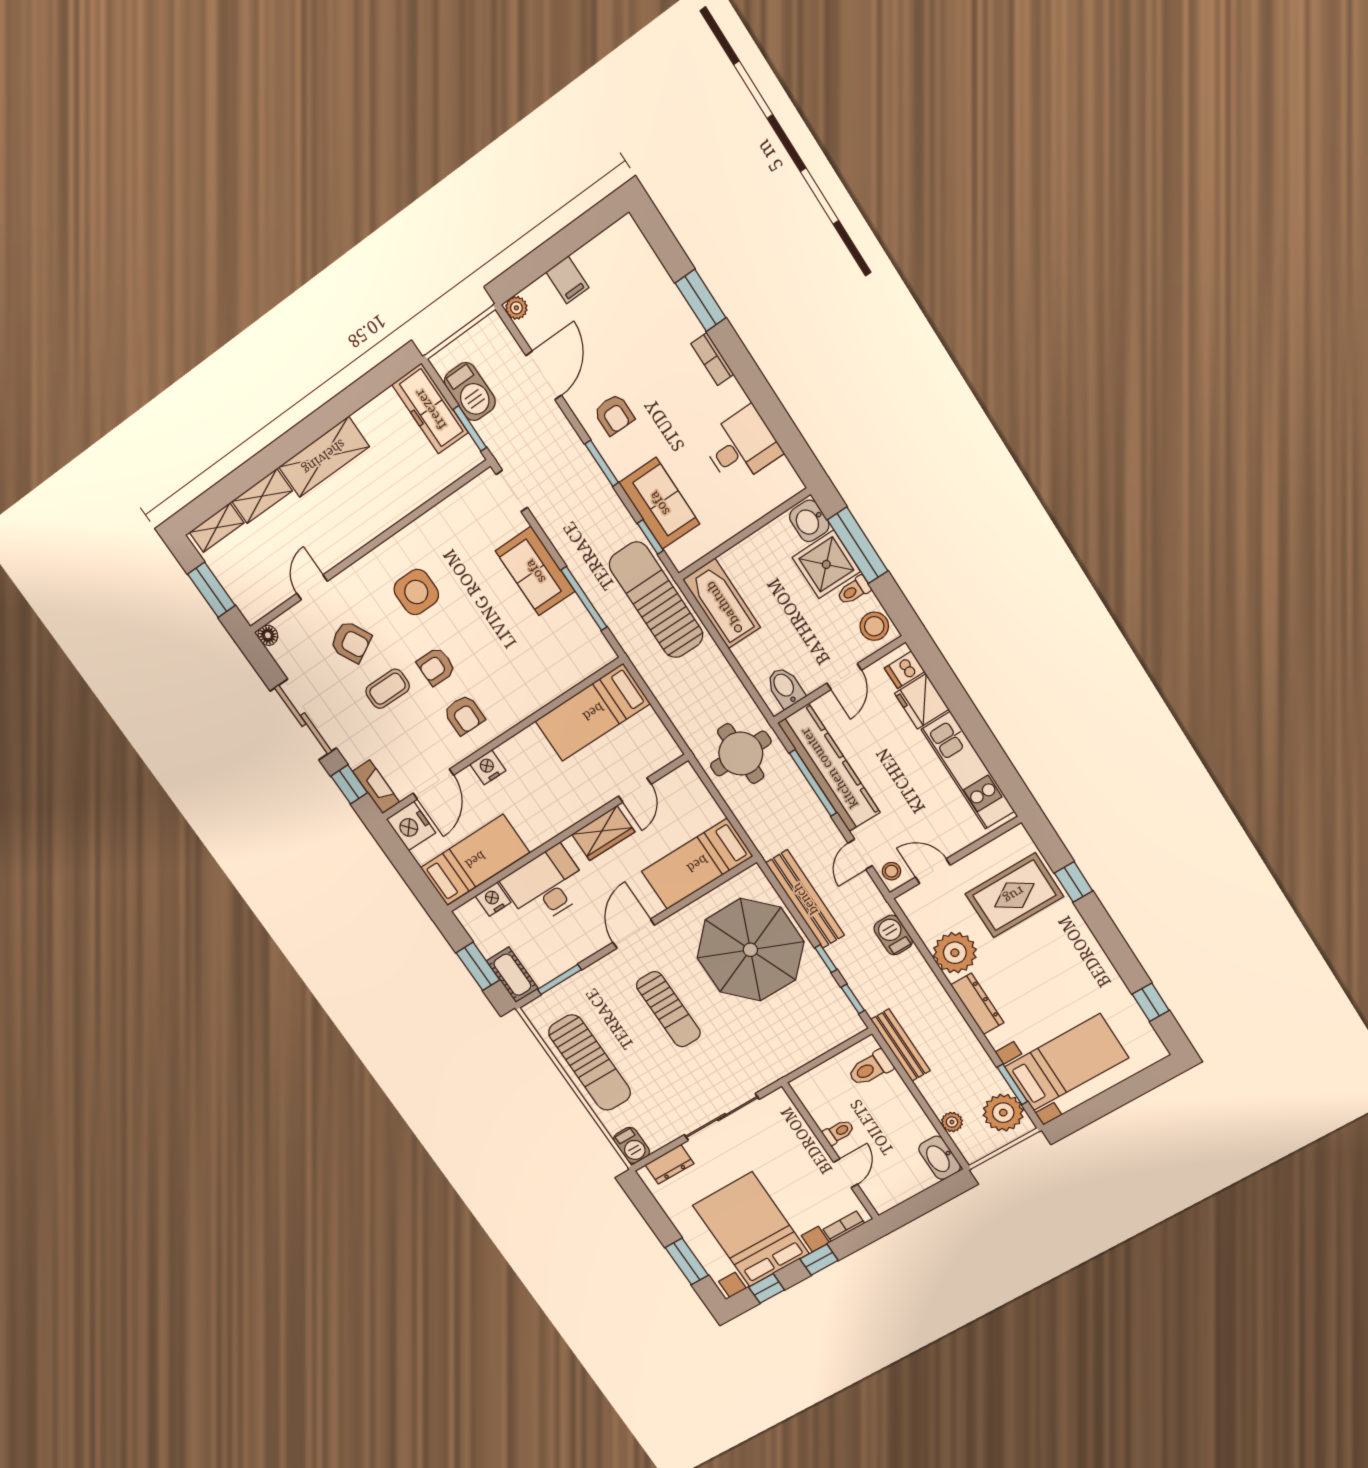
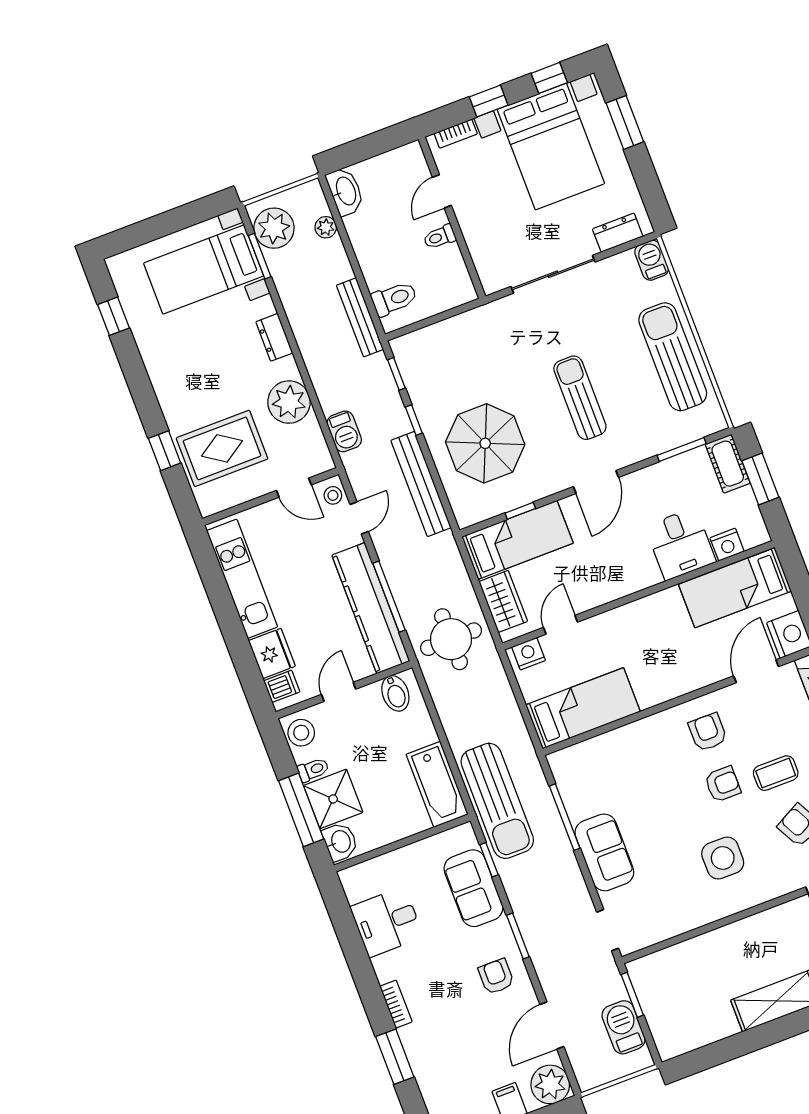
plant: (516, 308) -> (550, 1084), width x1.87, depth x1.87
freezer: (430, 409) -> (664, 1021), removed
nightstand: (488, 767) -> (529, 654), moved, turned 180
wardrobe: (603, 833) -> (503, 601), moved, turned 90
desk: (546, 886) -> (680, 544), width x0.73
window: (701, 892) -> (520, 511), added
parasol: (750, 950) -> (485, 443), width x0.73, depth x0.73
dresser: (977, 1004) -> (274, 337), width x0.70

